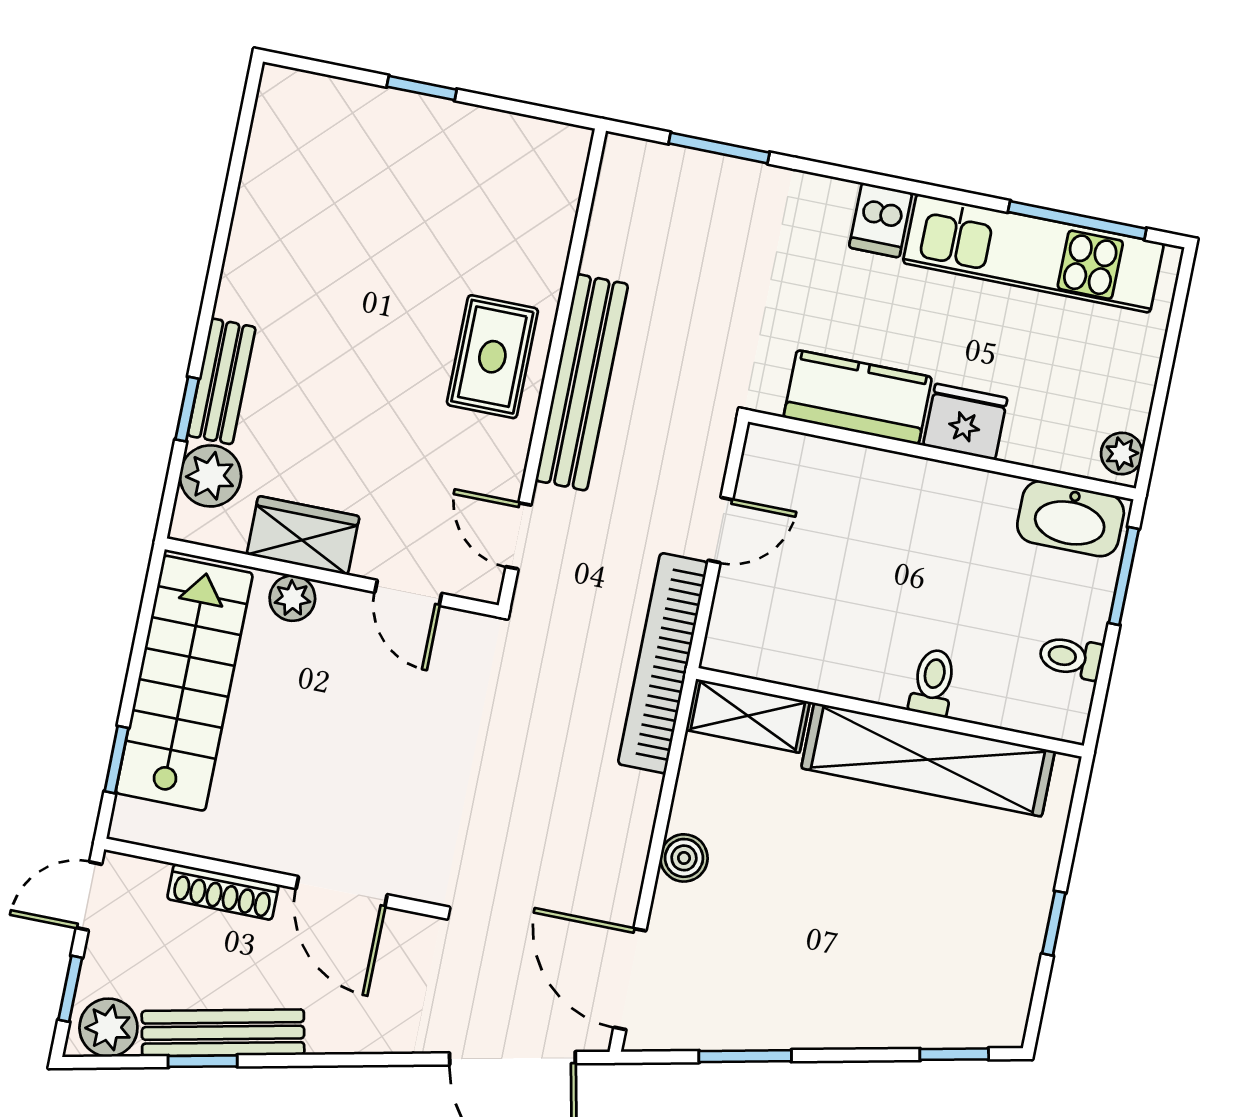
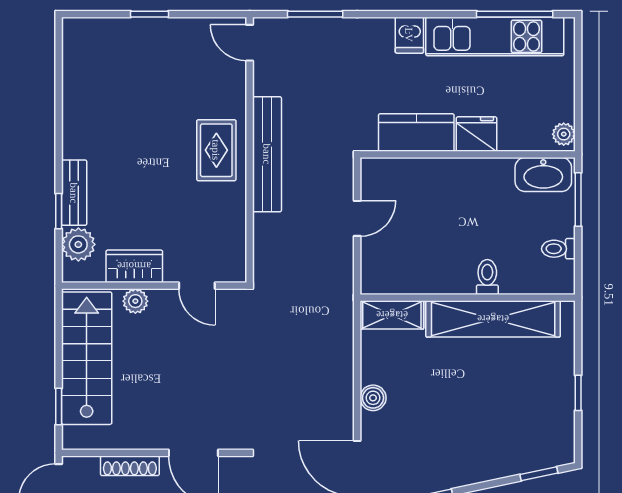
door: (518, 536) -> (250, 43), moved
bookcase: (663, 663) -> (341, 296), removed

